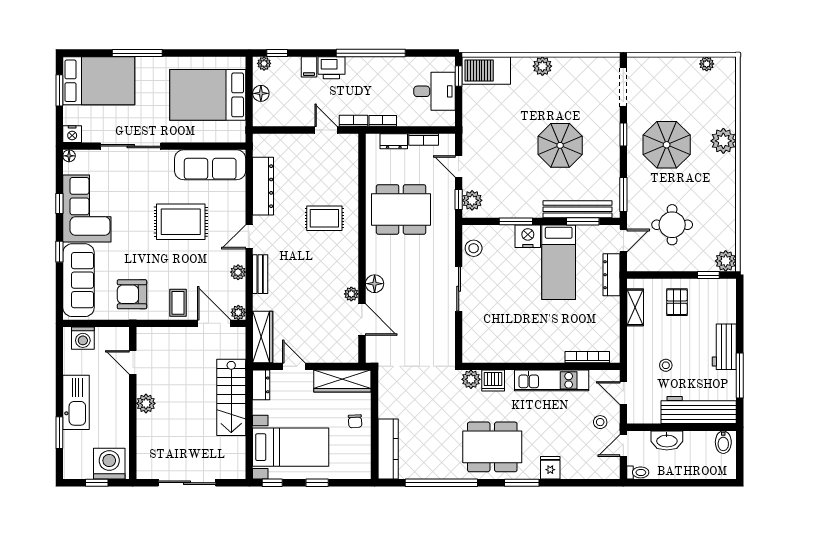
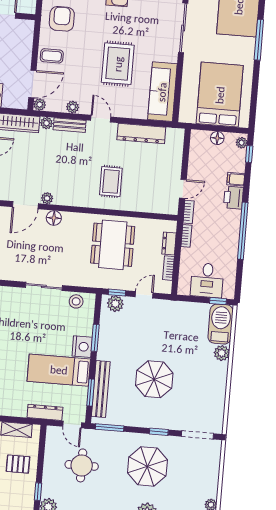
plant: (542, 66) -> (222, 353), moved
plant: (260, 302) -> (47, 123), added

